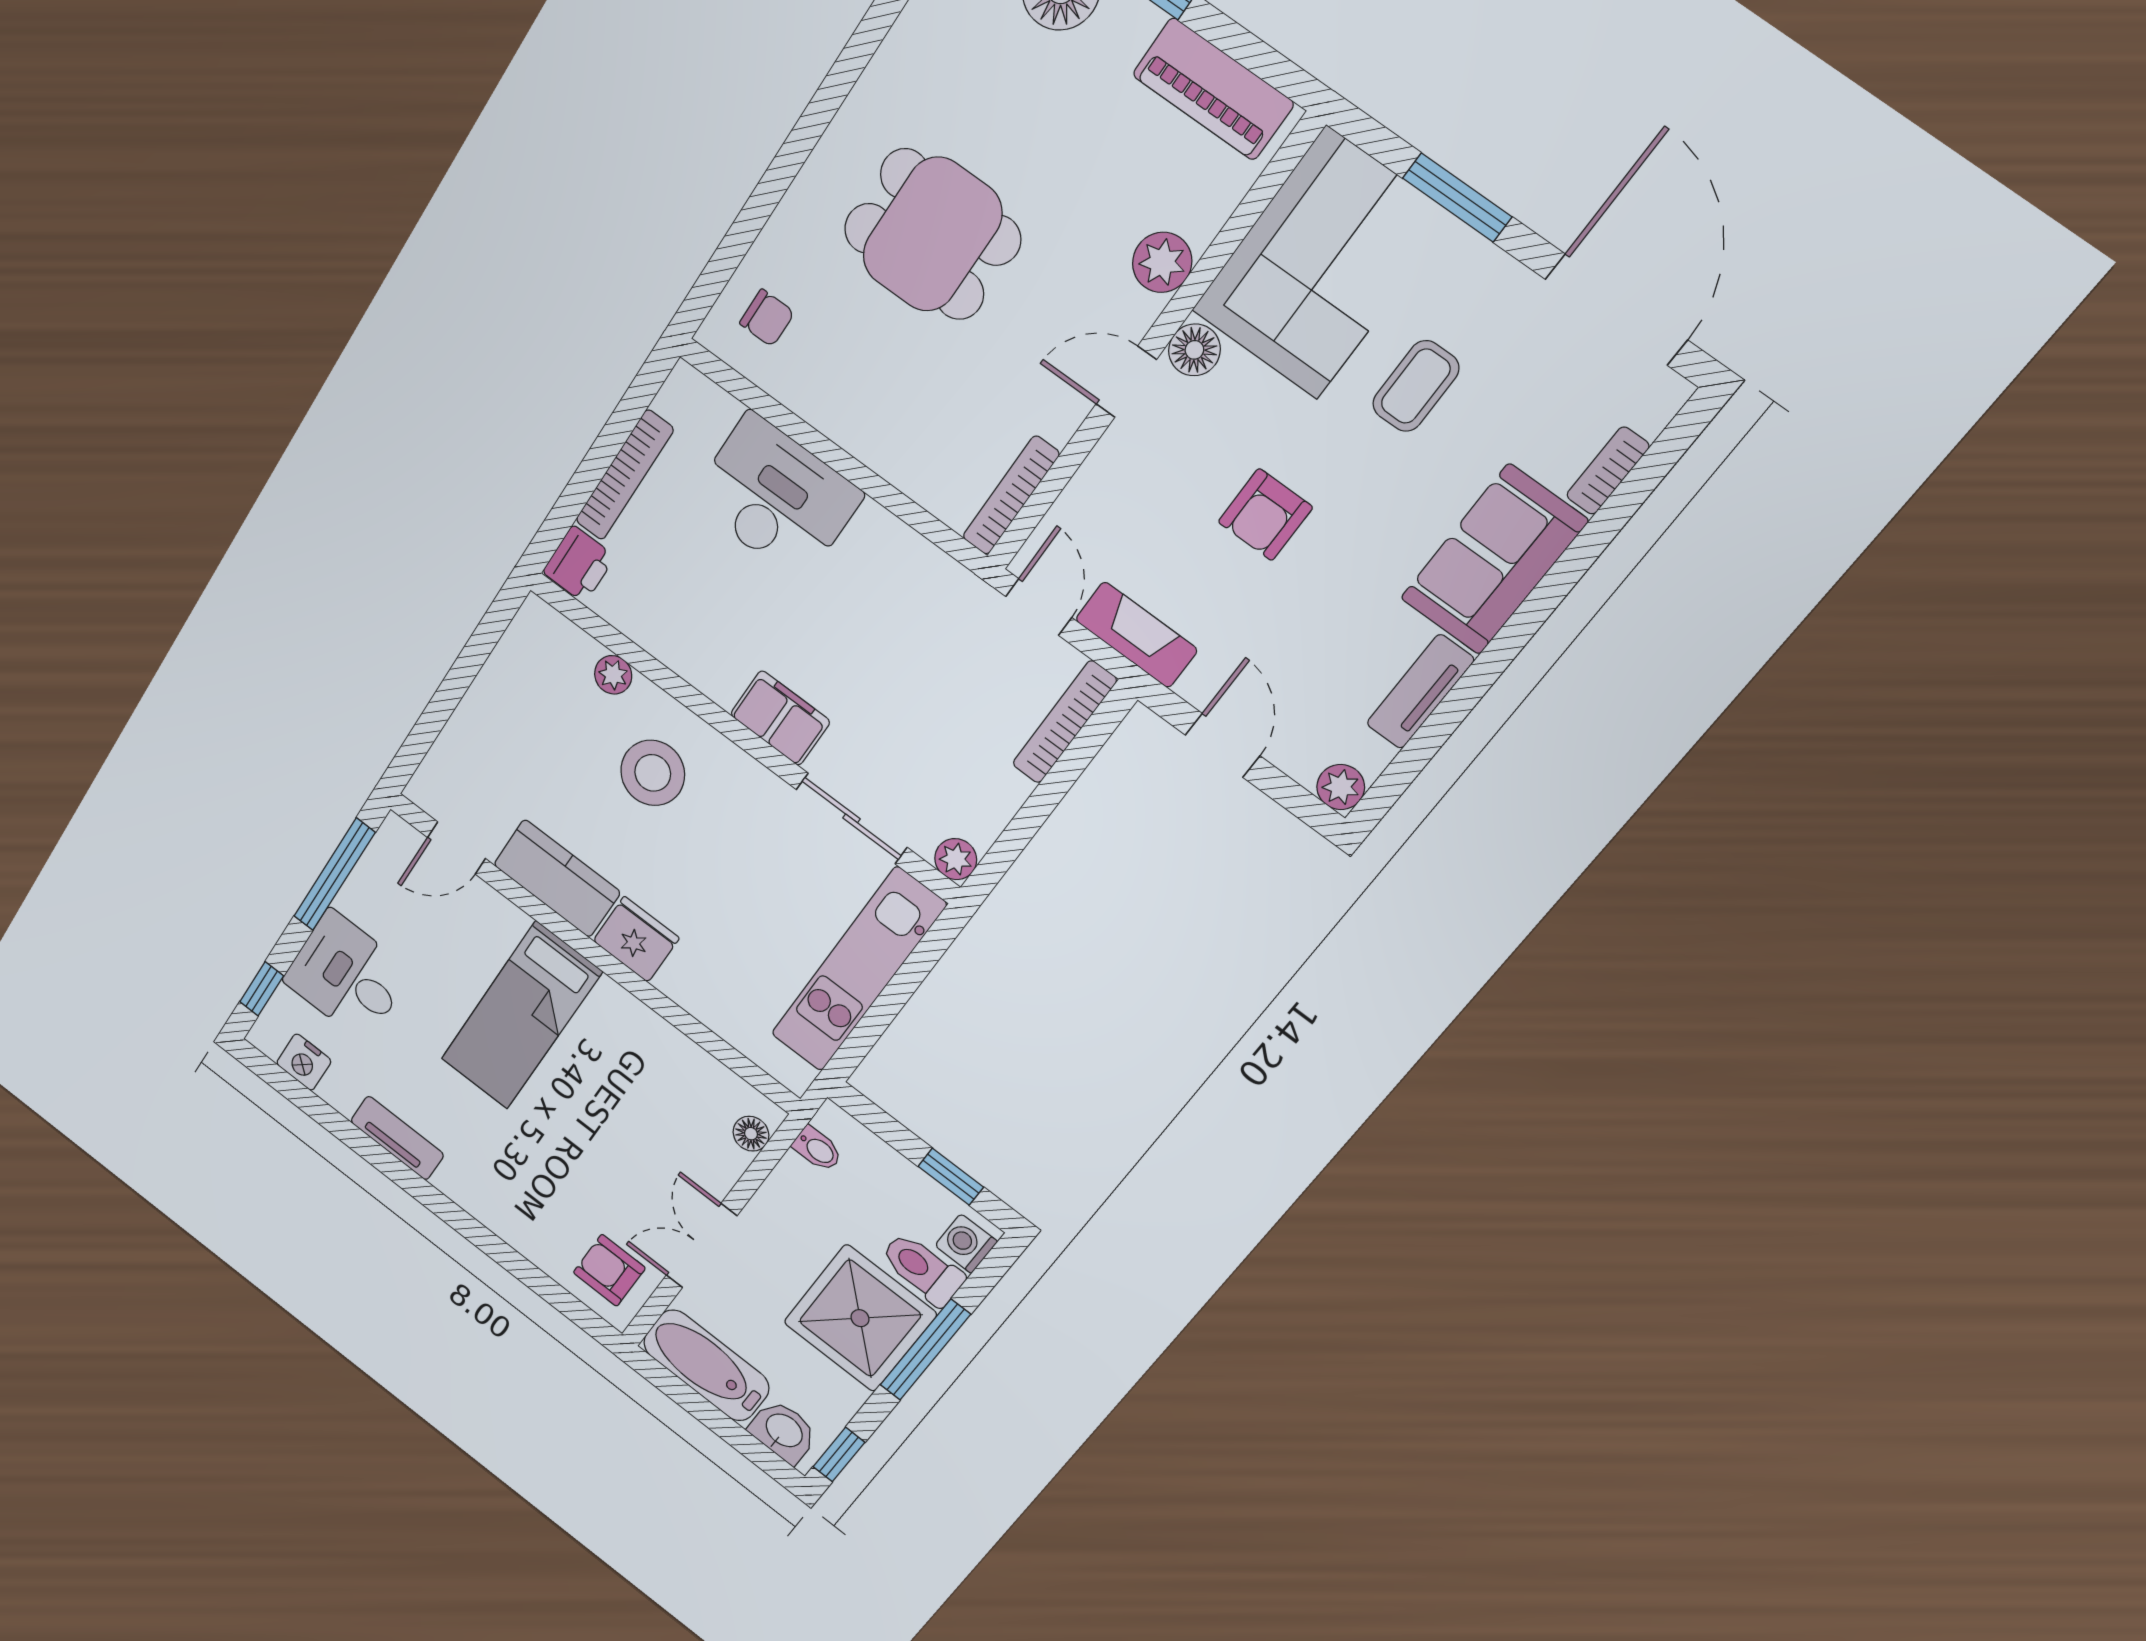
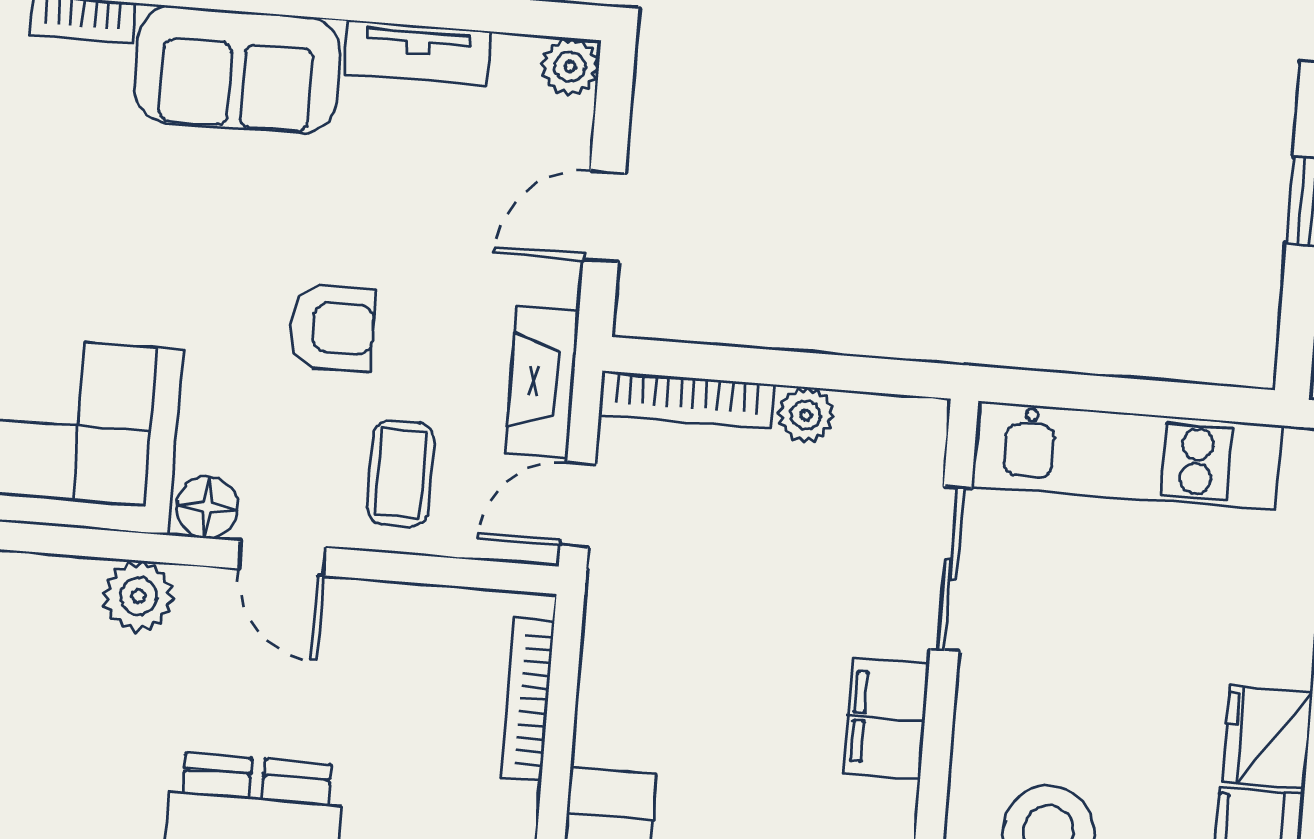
coffee table: (1416, 386) -> (401, 473), moved, turned 90
bookcase: (1011, 495) -> (528, 700), moved, turned 90
plant: (956, 859) -> (806, 415), moved

